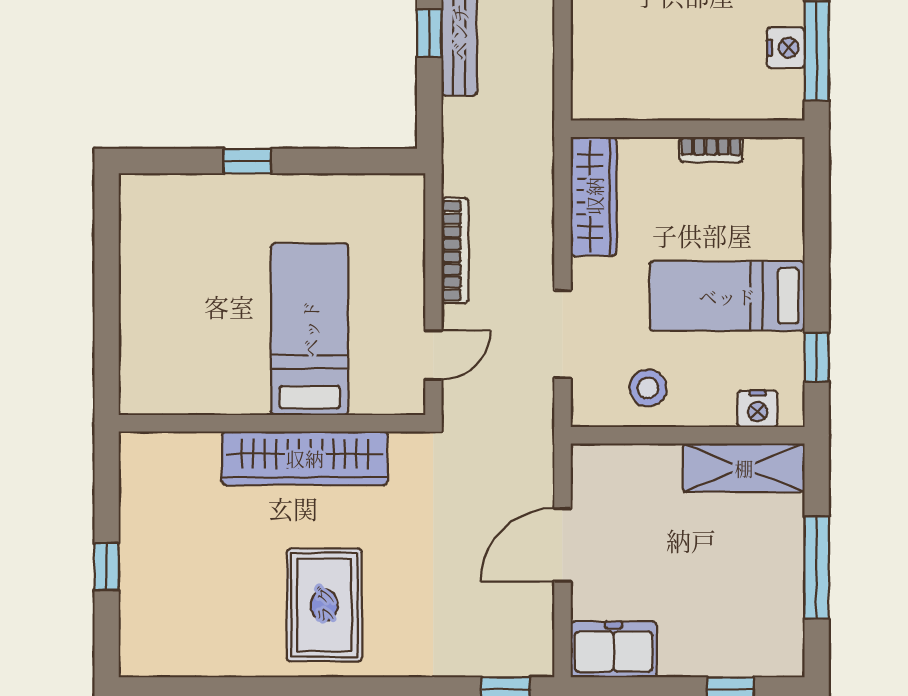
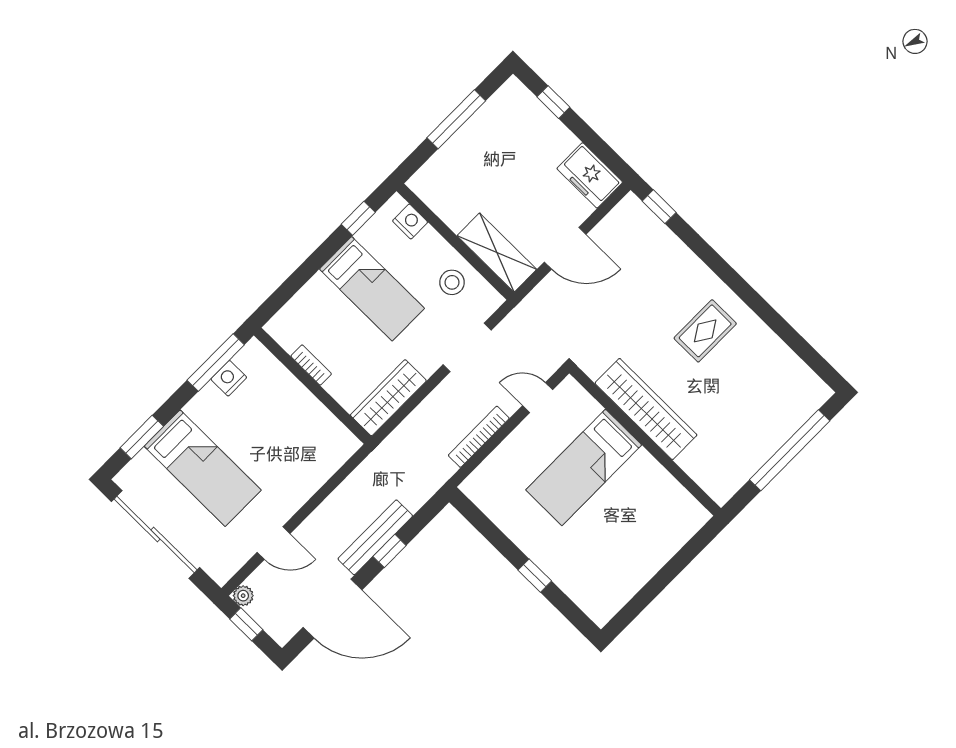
shelving: (744, 468) -> (497, 252), moved
window: (107, 567) -> (790, 450), width x3.17
rug: (324, 605) -> (705, 331), width x0.73, depth x0.70

